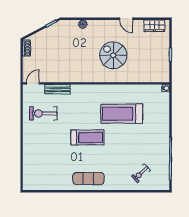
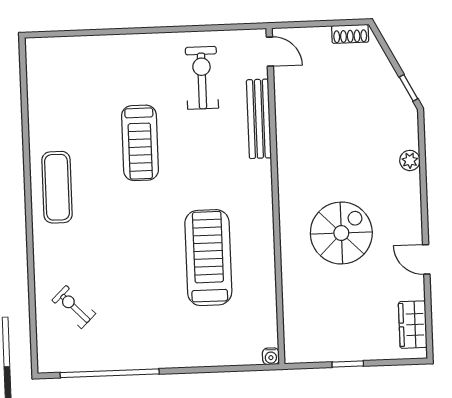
door: (126, 19) -> (426, 259), hinge flipped
bench: (57, 89) -> (259, 119), width x1.36
treadmill: (87, 137) -> (140, 143), moved

